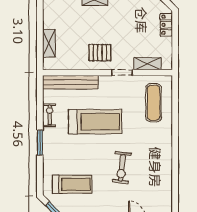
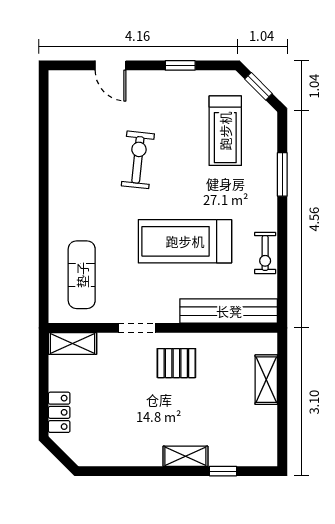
shelving: (147, 64) -> (72, 344), moved
window: (40, 143) -> (282, 174), moved
treadmill: (72, 184) -> (225, 131), turned -90

